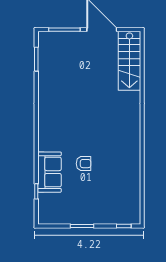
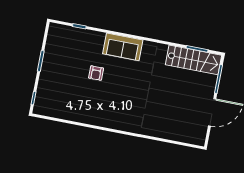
stairs: (129, 61) -> (194, 60), moved, turned 180
sofa: (49, 172) -> (123, 47), moved

